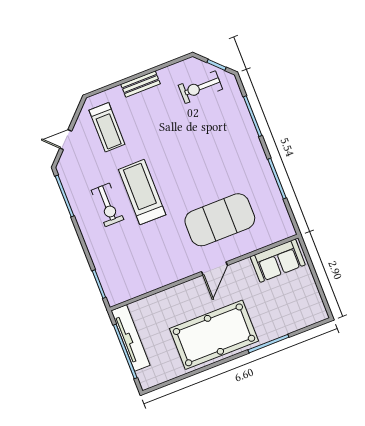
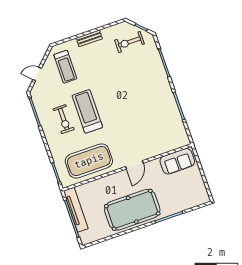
exercise mat: (220, 220) -> (89, 161), moved

